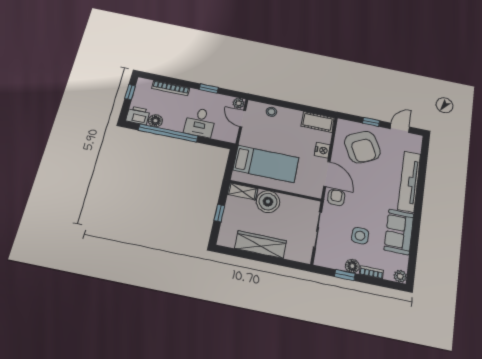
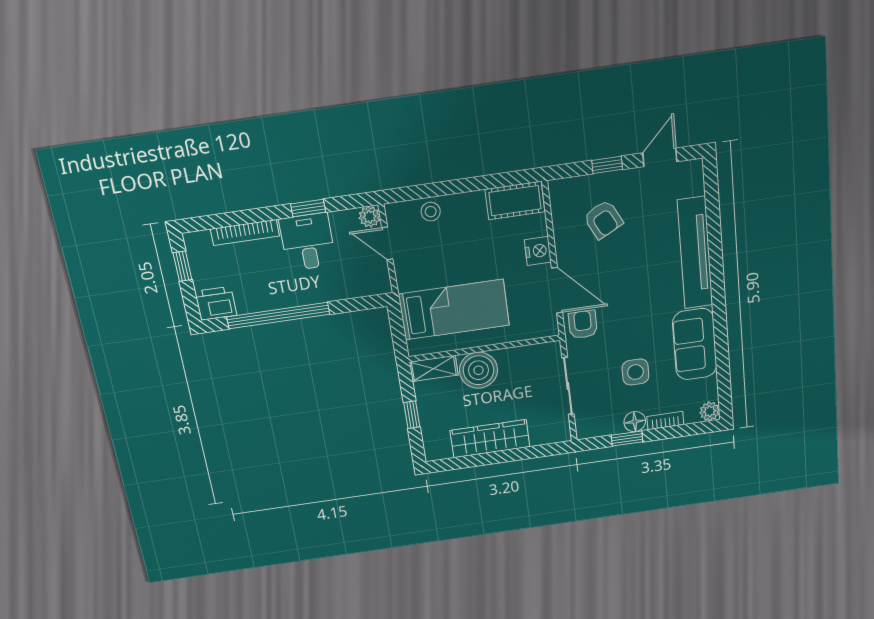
floor lamp: (155, 121) -> (248, 302), removed
desk: (200, 122) -> (308, 242), moved, turned 180
armchair: (362, 147) -> (603, 220), width x0.53, depth x0.53

